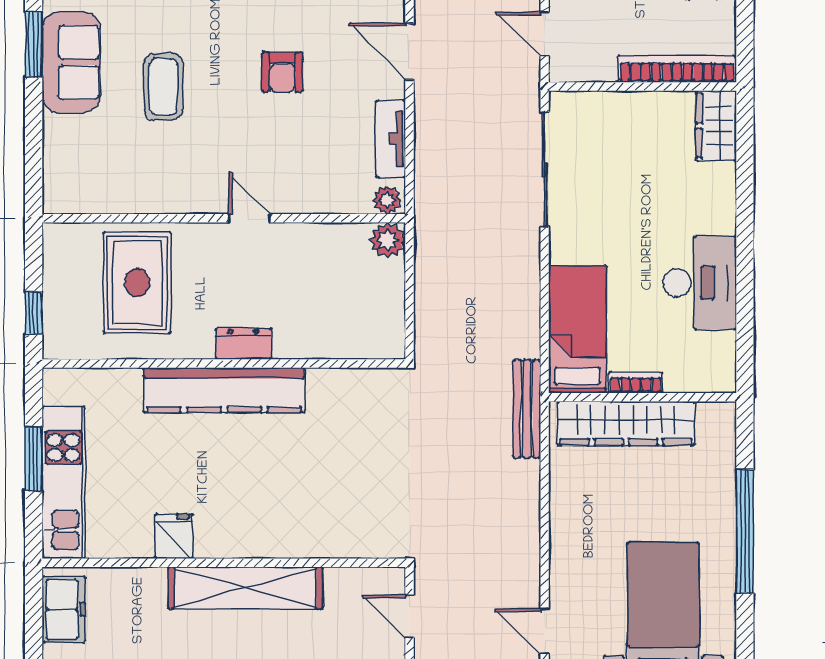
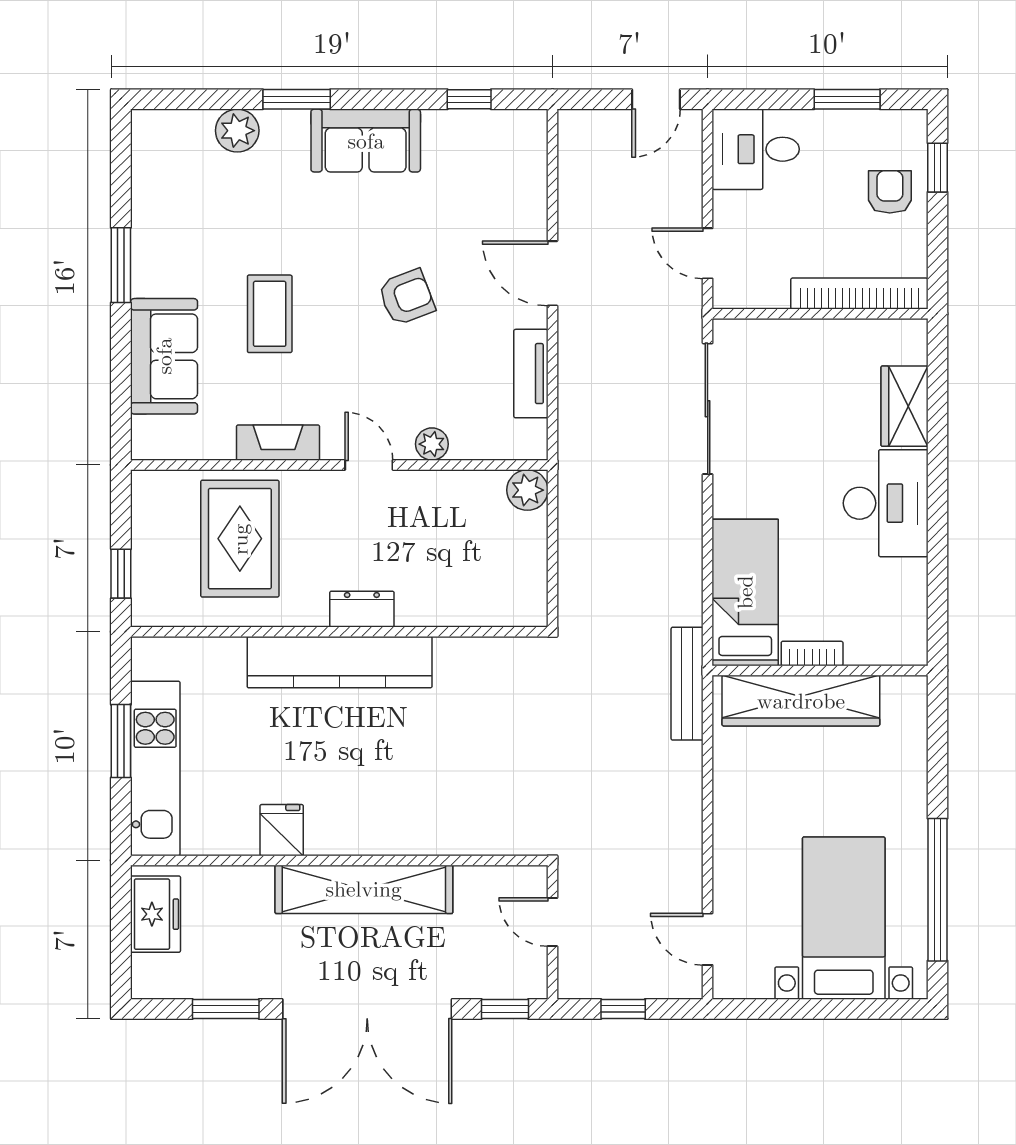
sofa: (71, 62) -> (164, 356), moved
armchair: (282, 72) -> (407, 297), turned -111
wardrobe: (716, 126) -> (904, 406), moved
fireplace: (170, 199) -> (278, 443), added
plant: (387, 200) -> (432, 444), moved
desk: (700, 283) -> (886, 503), moved
window: (745, 531) -> (937, 890), moved

